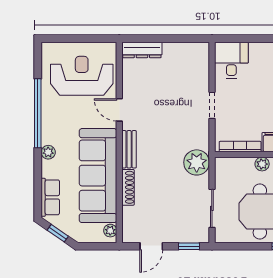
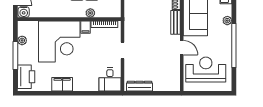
dresser: (142, 50) -> (140, 86), moved
reception desk: (82, 76) -> (206, 69), turned 180
plant: (197, 162) -> (132, 14), removed

